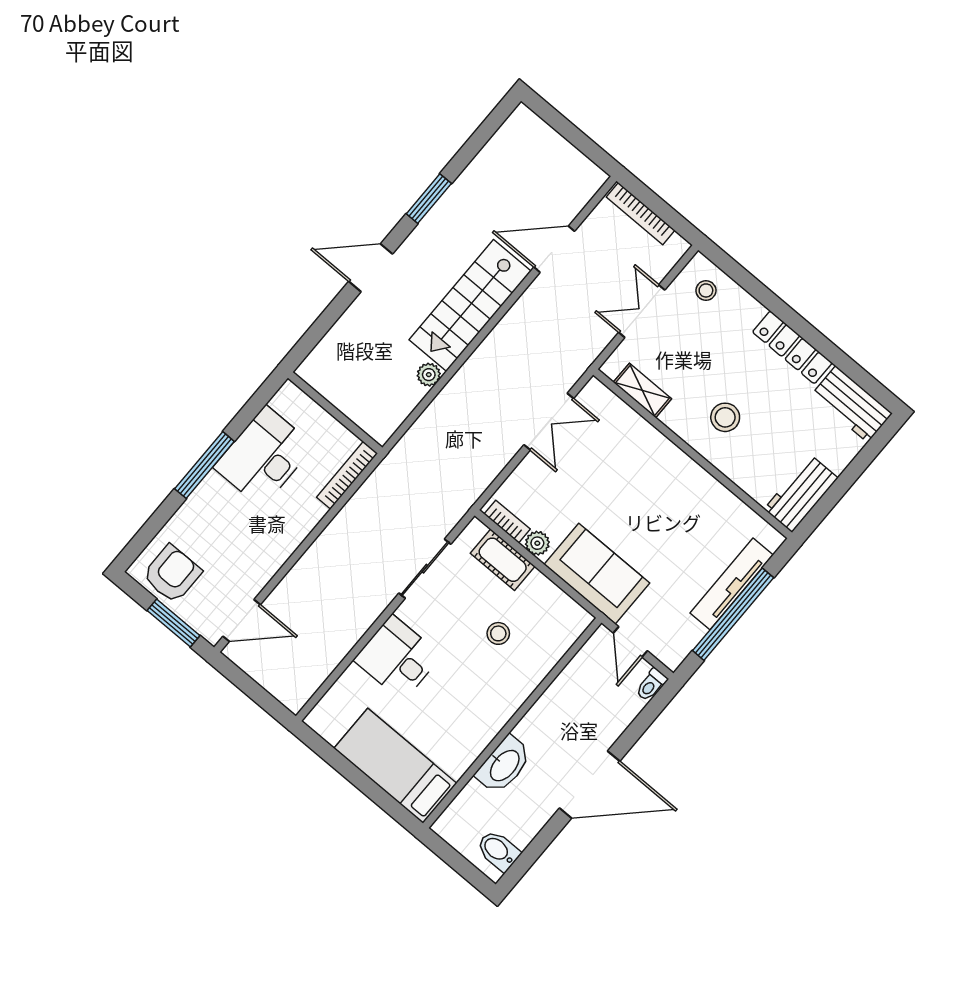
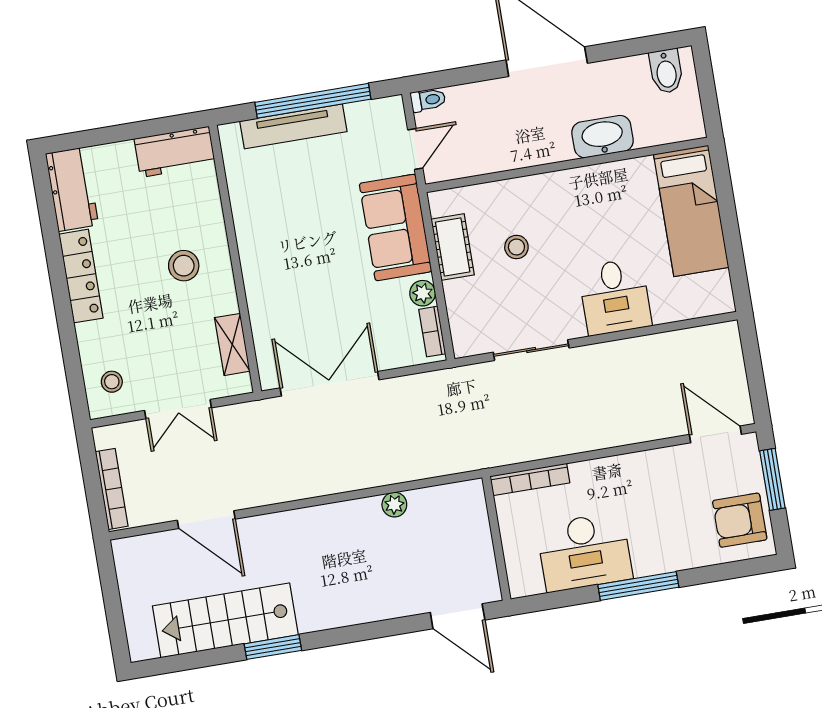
door: (371, 268) -> (458, 616), moved
stairs: (470, 305) -> (225, 620), moved, turned 180
double door: (549, 422) -> (330, 384), width x1.37
cot: (503, 560) -> (453, 247), moved

